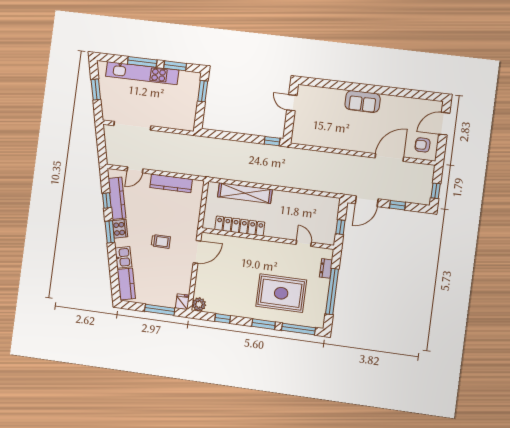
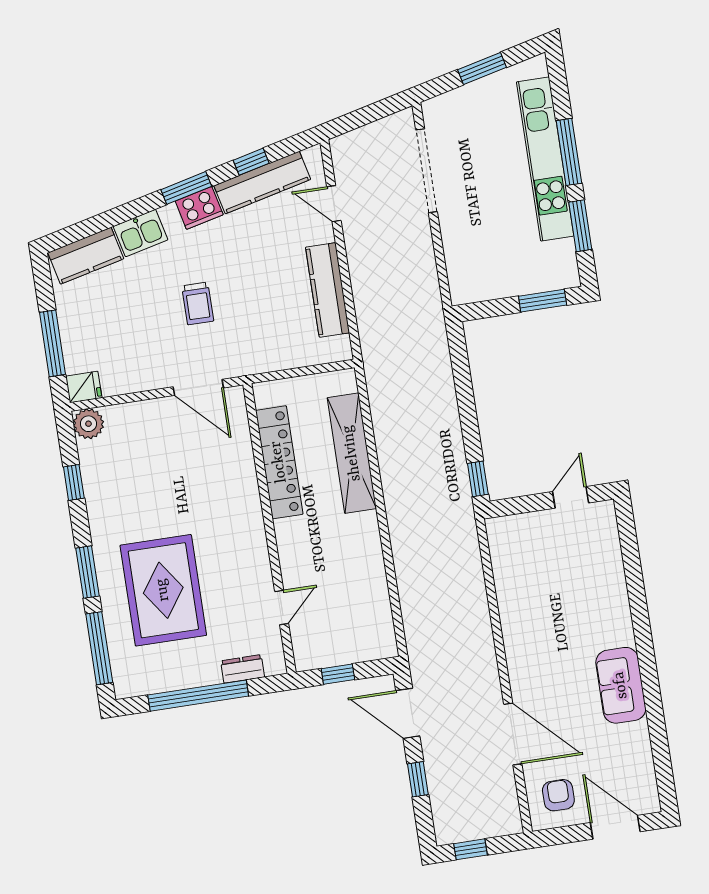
sofa: (363, 101) -> (621, 685), moved

